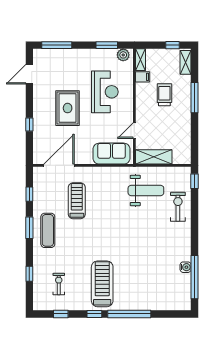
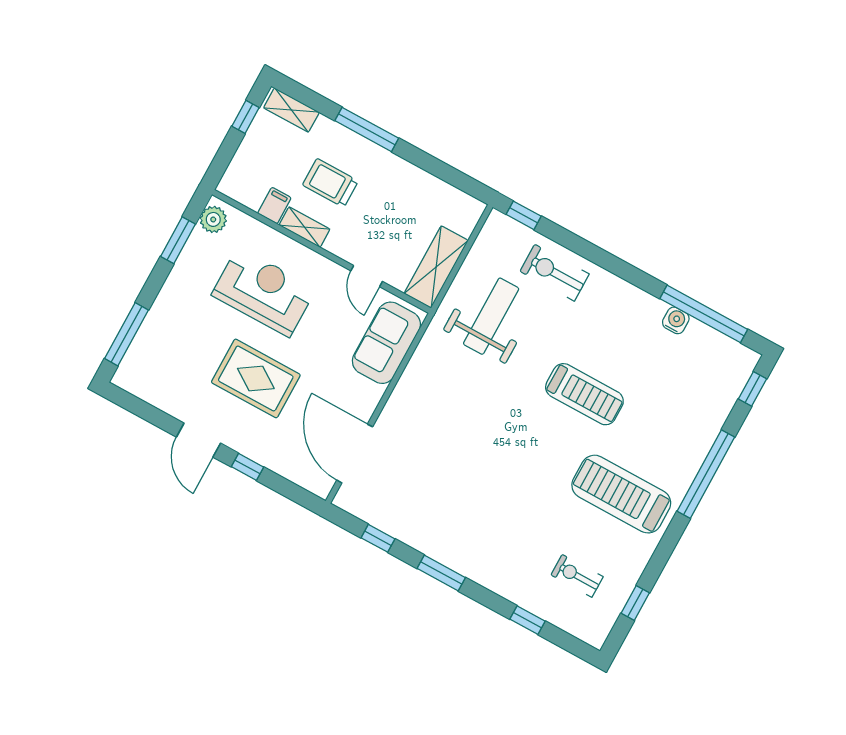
shelving: (141, 60) -> (305, 227), moved
door: (29, 74) -> (198, 440), moved
treadmill: (77, 201) -> (584, 394), moved, turned 180
exercise mat: (48, 230) -> (465, 541), removed
window: (94, 314) -> (753, 389), moved

